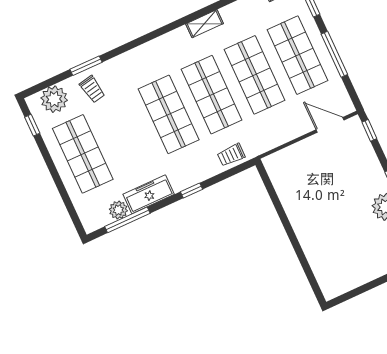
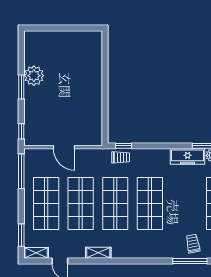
window: (334, 54) -> (21, 171), moved
window: (86, 66) -> (190, 261), width x1.44
door: (330, 125) -> (64, 147), moved
window: (191, 190) -> (123, 146), moved

